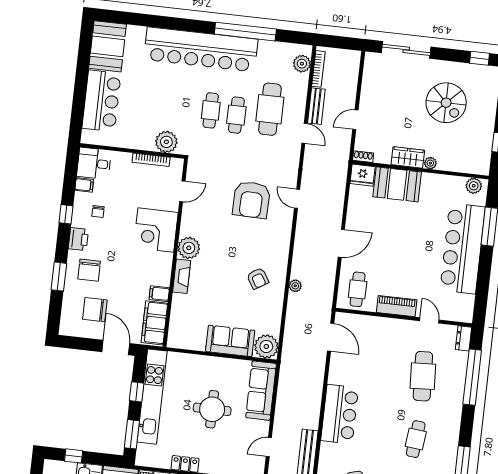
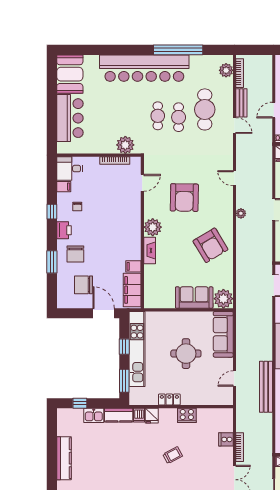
armchair: (251, 200) -> (184, 198), moved
corner desk: (156, 230) -> (125, 216), removed
armchair: (258, 278) -> (210, 245), width x1.88, depth x1.88
plant: (295, 286) -> (241, 213), moved

